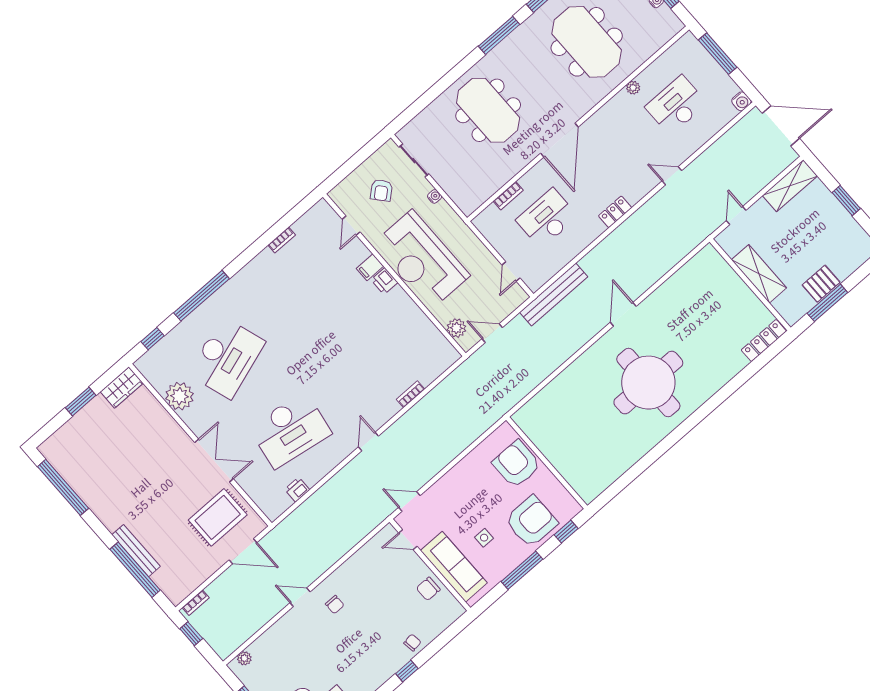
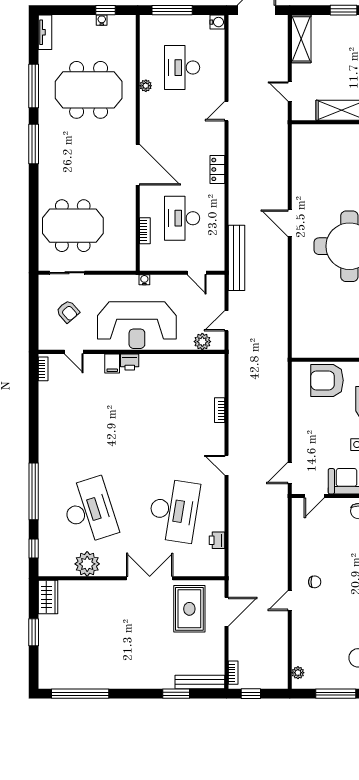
meeting table: (488, 110) -> (73, 226), moved
water cooler: (435, 196) -> (144, 280), moved
bookcase: (282, 240) -> (43, 369), moved
bench: (136, 551) -> (200, 682), moved
window: (135, 570) -> (176, 694), width x0.47

